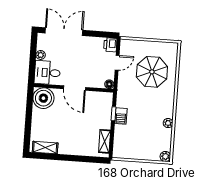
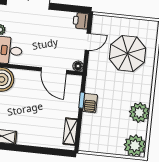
door: (74, 88) -> (54, 71), moved
plant: (168, 123) -> (139, 113), width x1.88, depth x1.88
plant: (165, 156) -> (135, 146), width x1.87, depth x1.87

